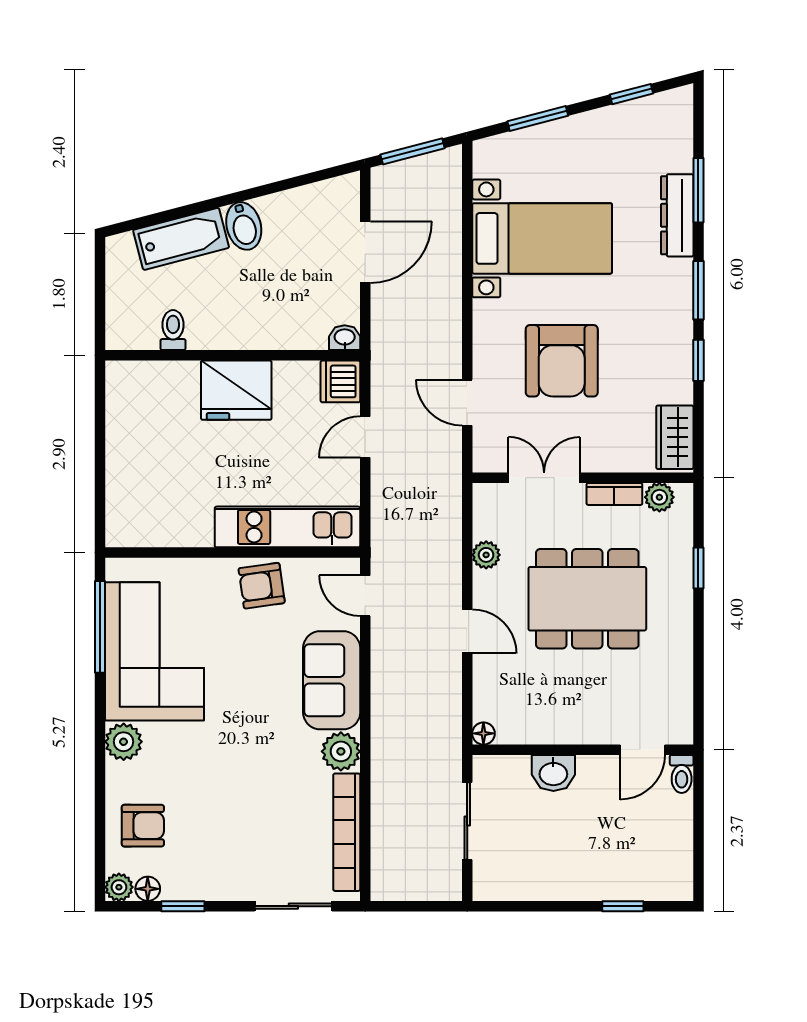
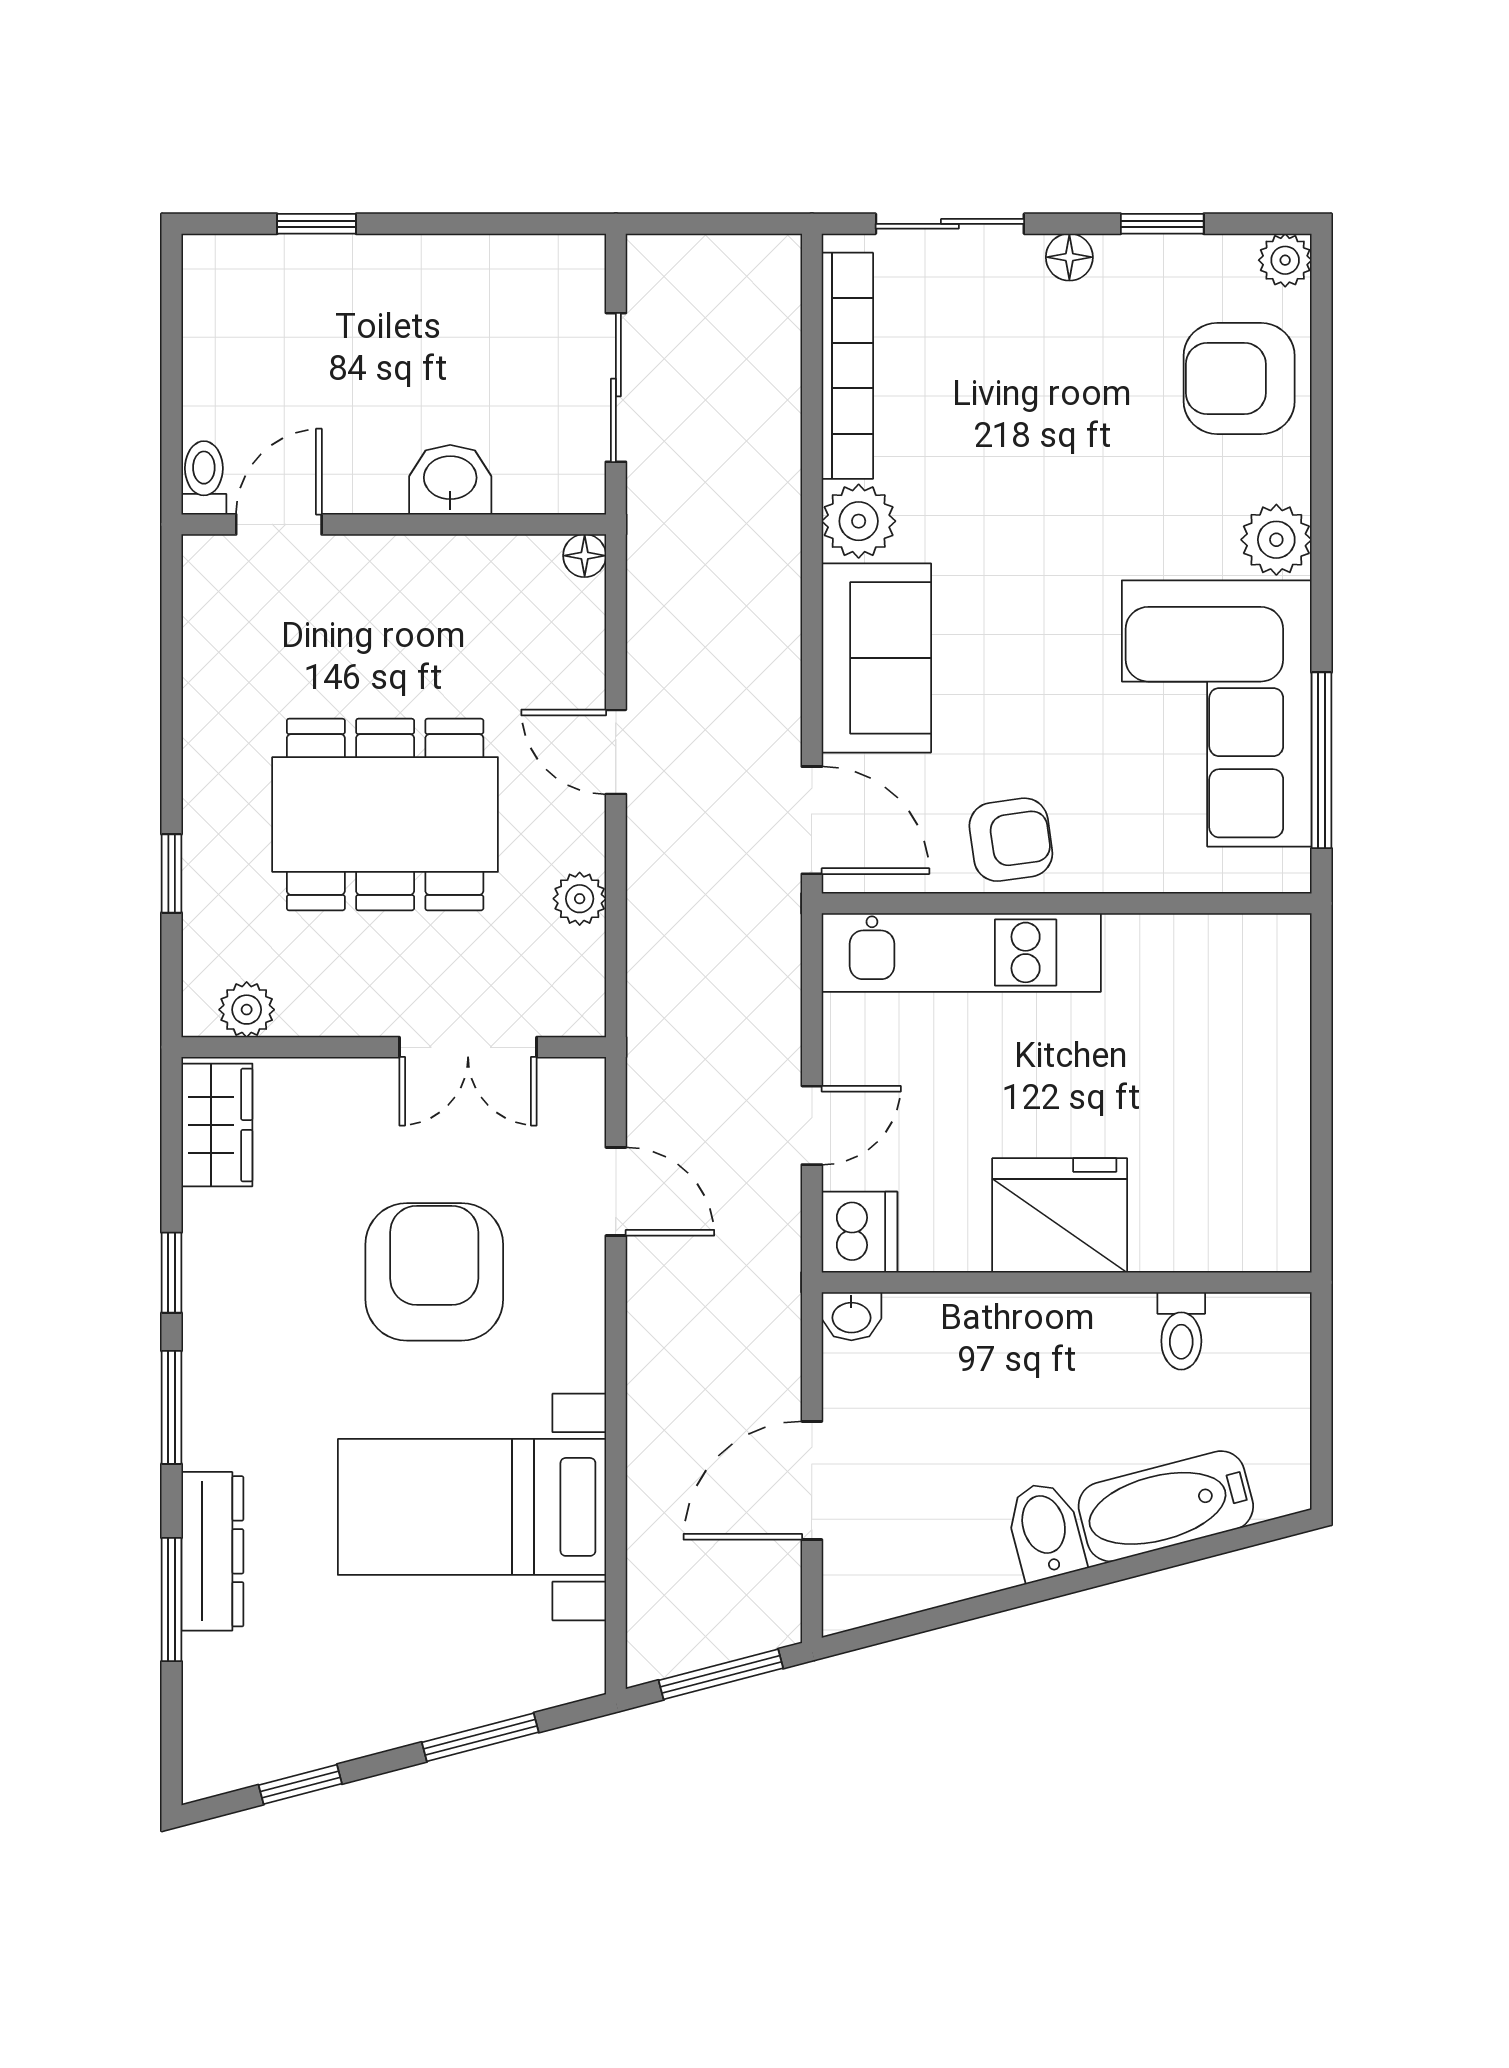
bookcase: (614, 494) -> (333, 1016), removed
door: (365, 596) -> (812, 820), width x1.38
armchair: (143, 826) -> (1239, 378), width x1.38, depth x1.38
floor lamp: (148, 889) -> (1069, 257), moved

